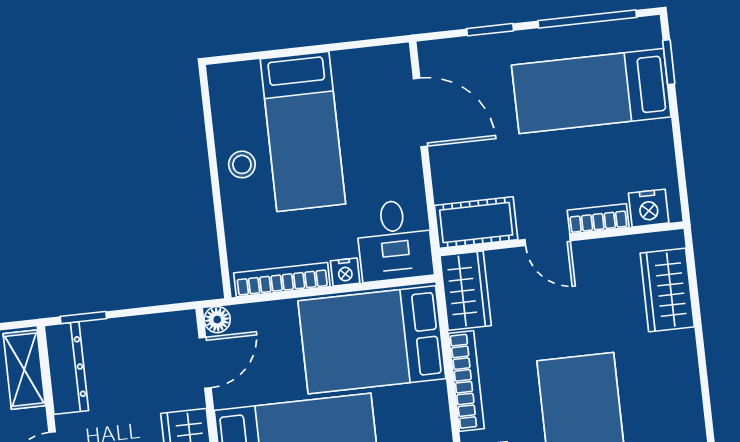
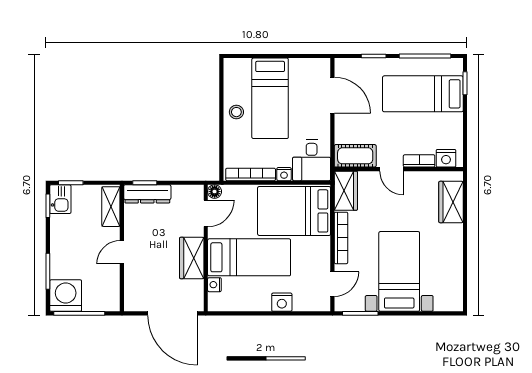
dresser: (66, 368) -> (147, 194), moved, turned 90

